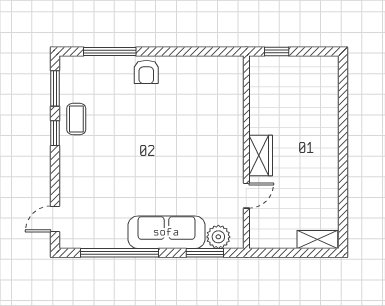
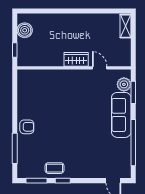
boiler: (310, 68) -> (25, 30), added

